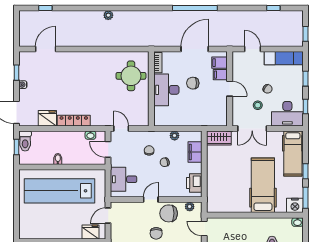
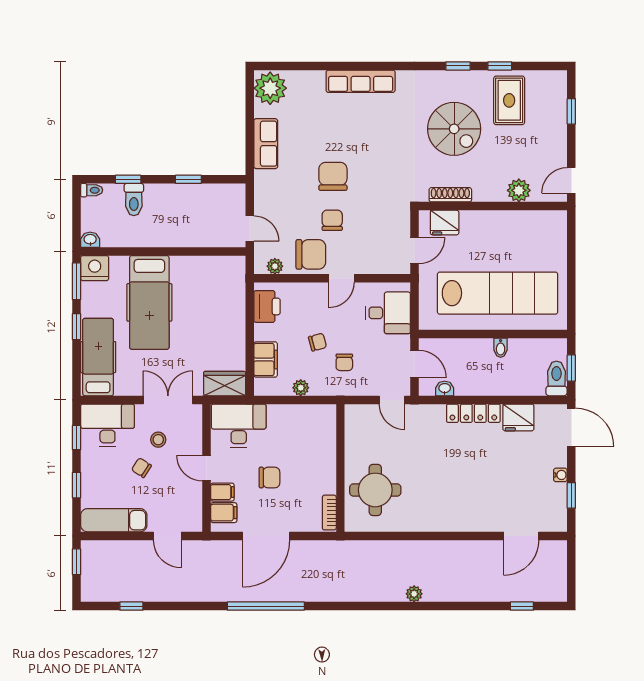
desk: (166, 90) -> (239, 426), moved, turned -90

